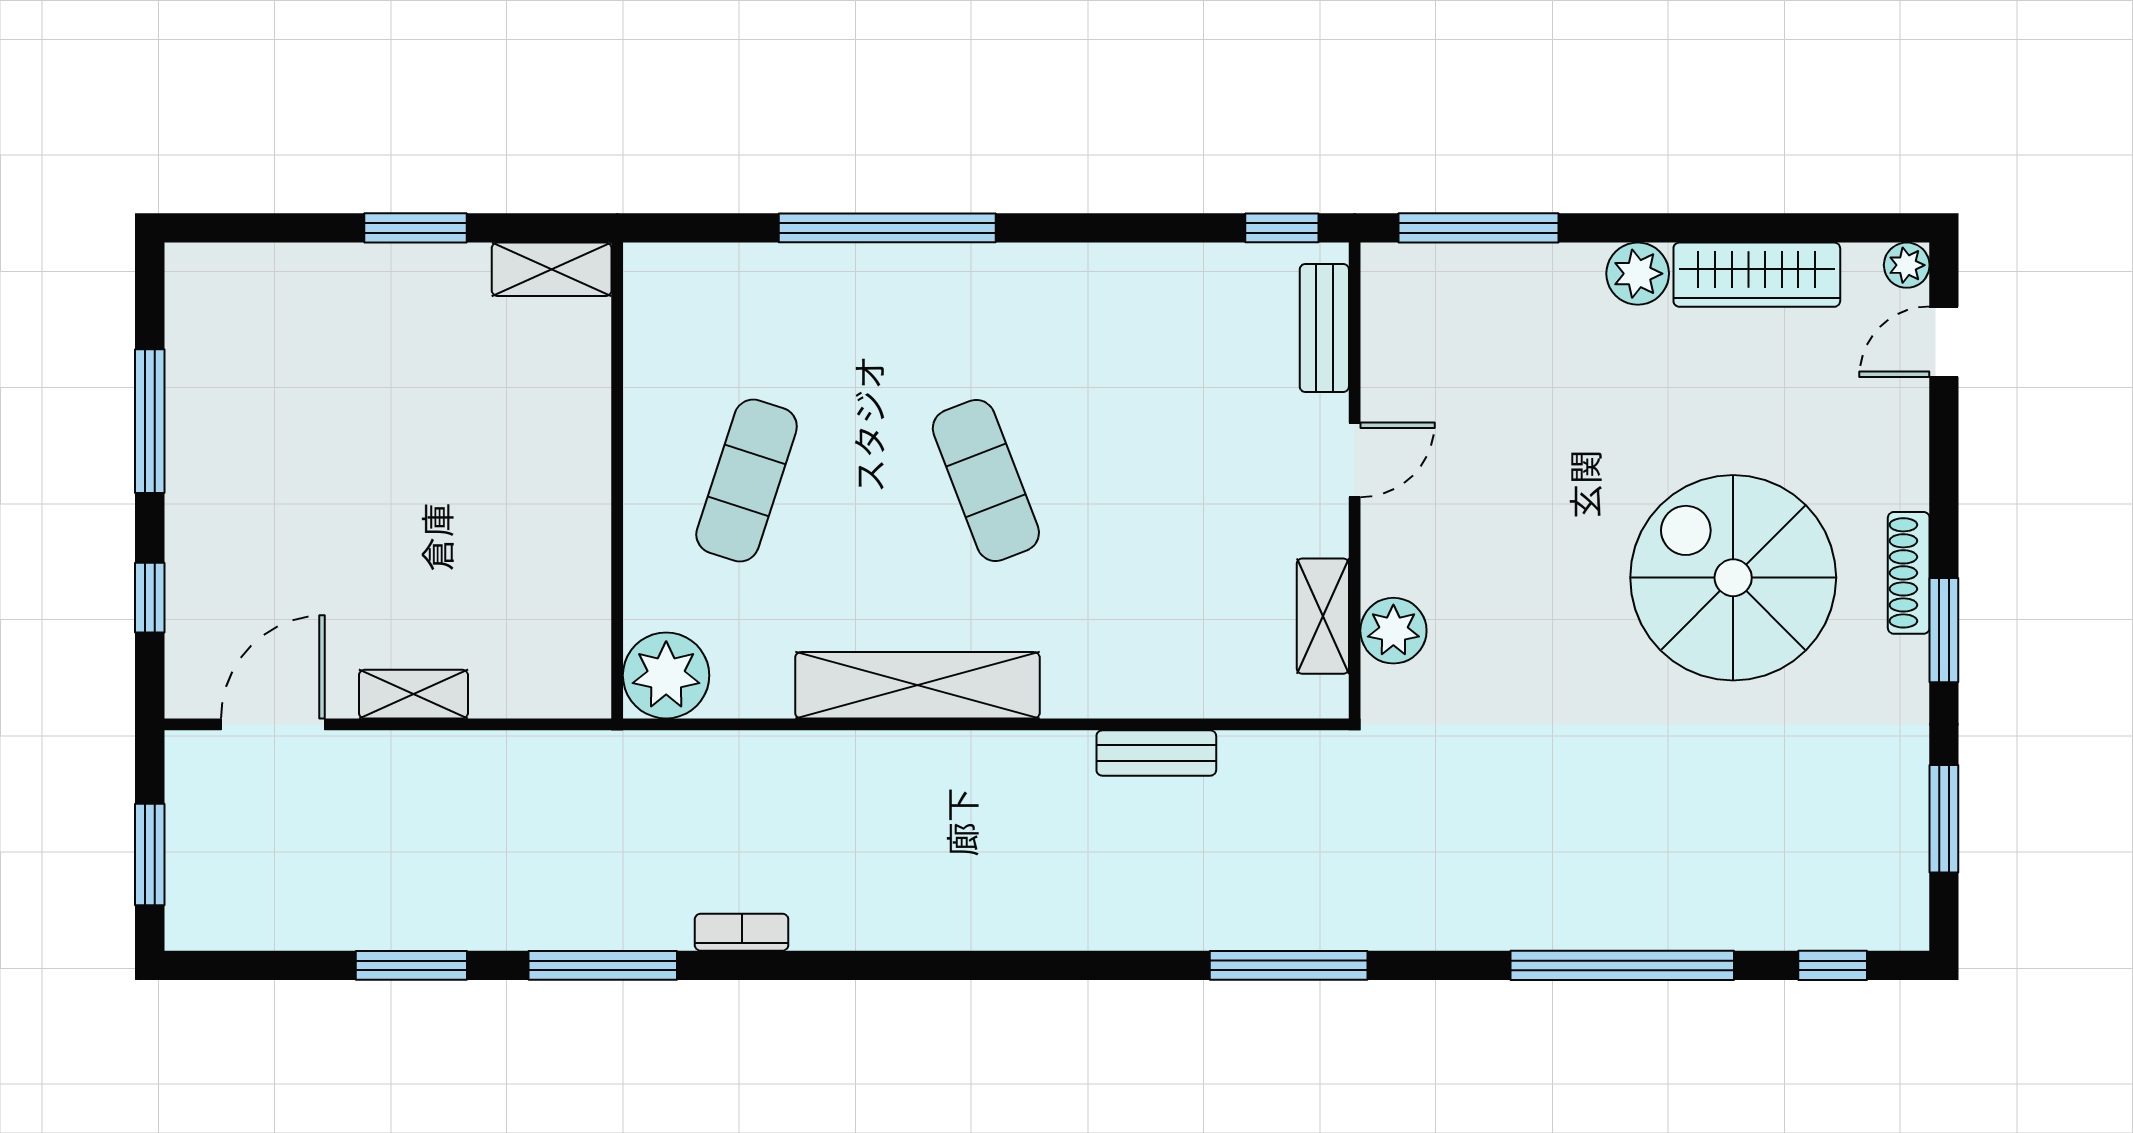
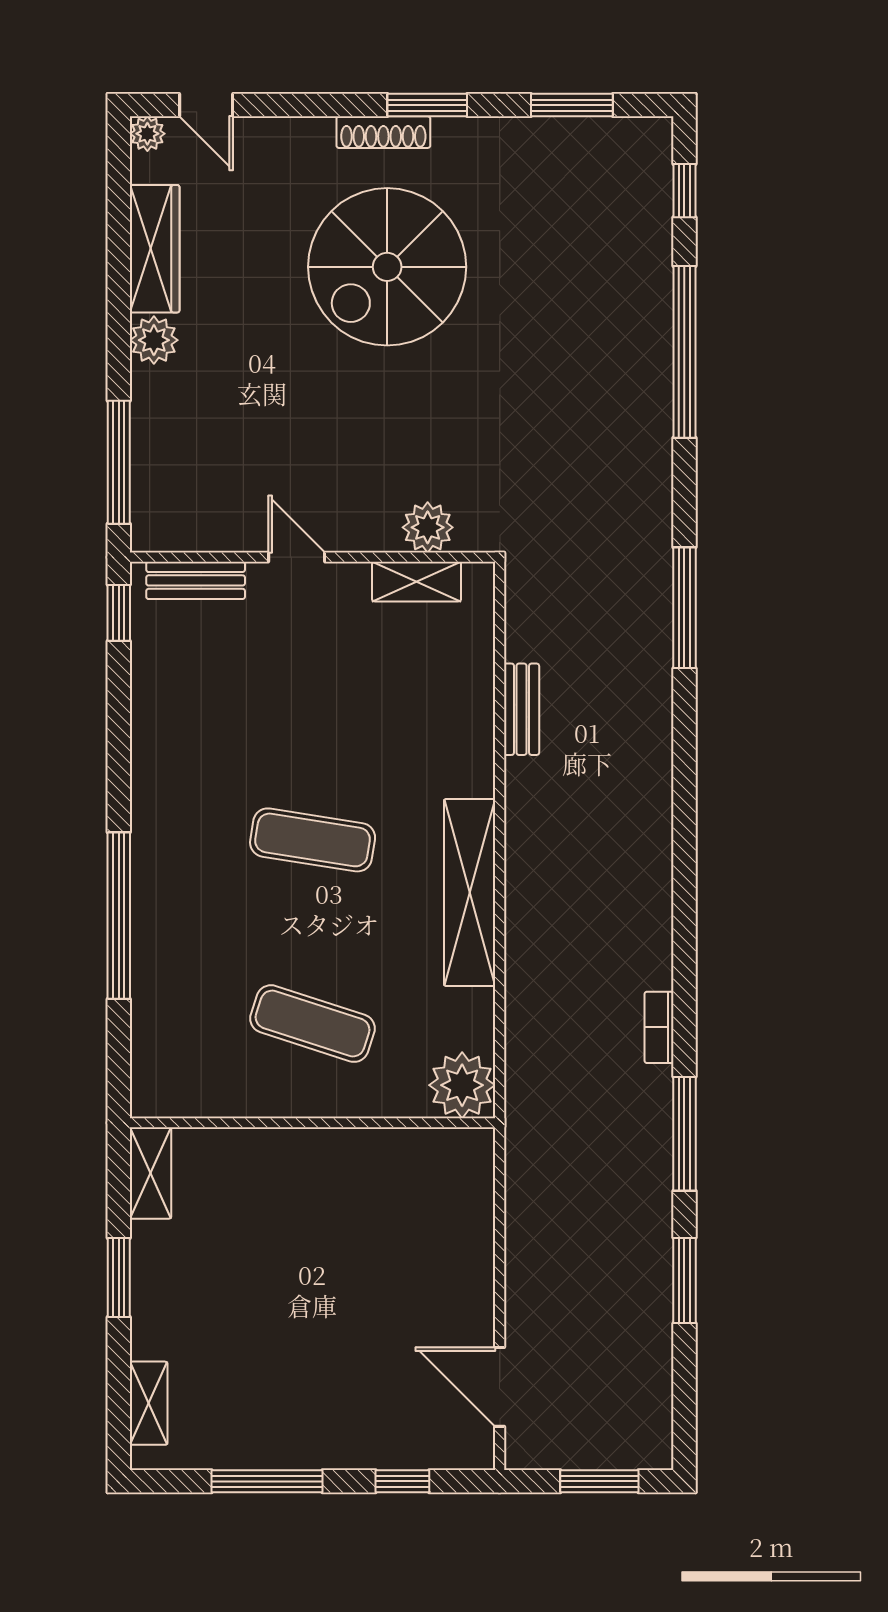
exercise mat: (986, 481) -> (313, 840), turned 30
shelving: (413, 694) -> (149, 1403), moved

